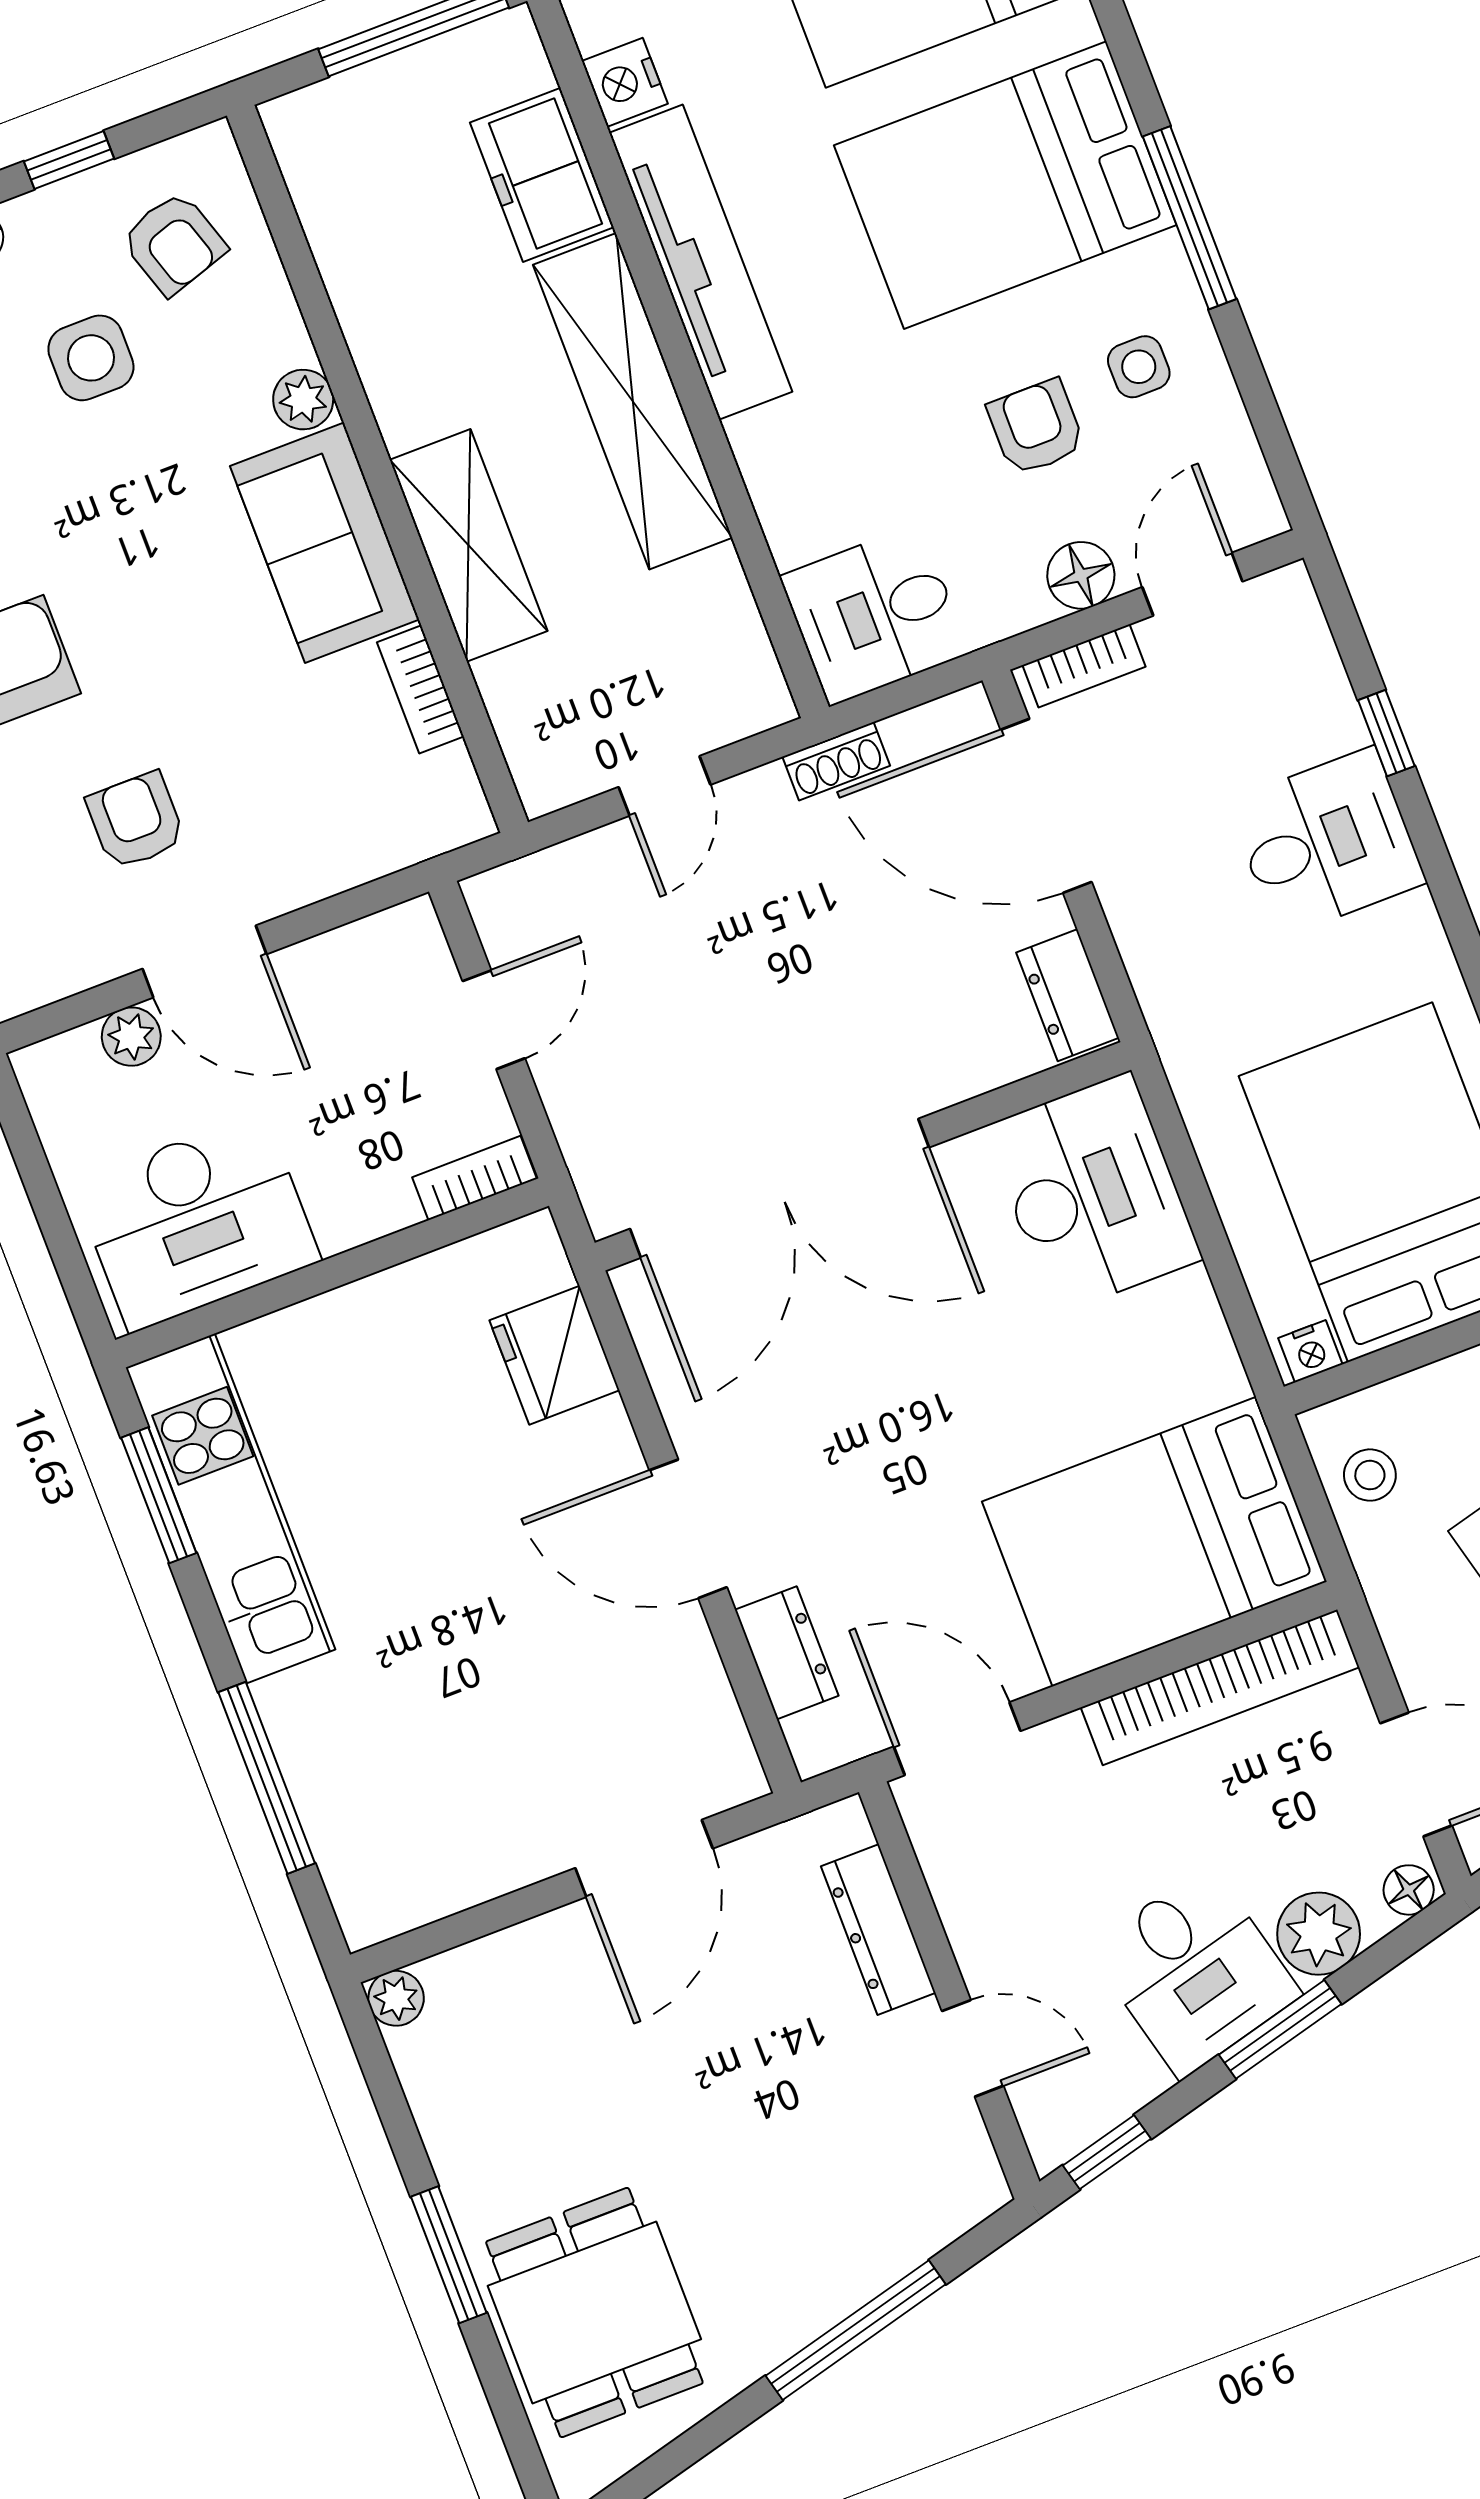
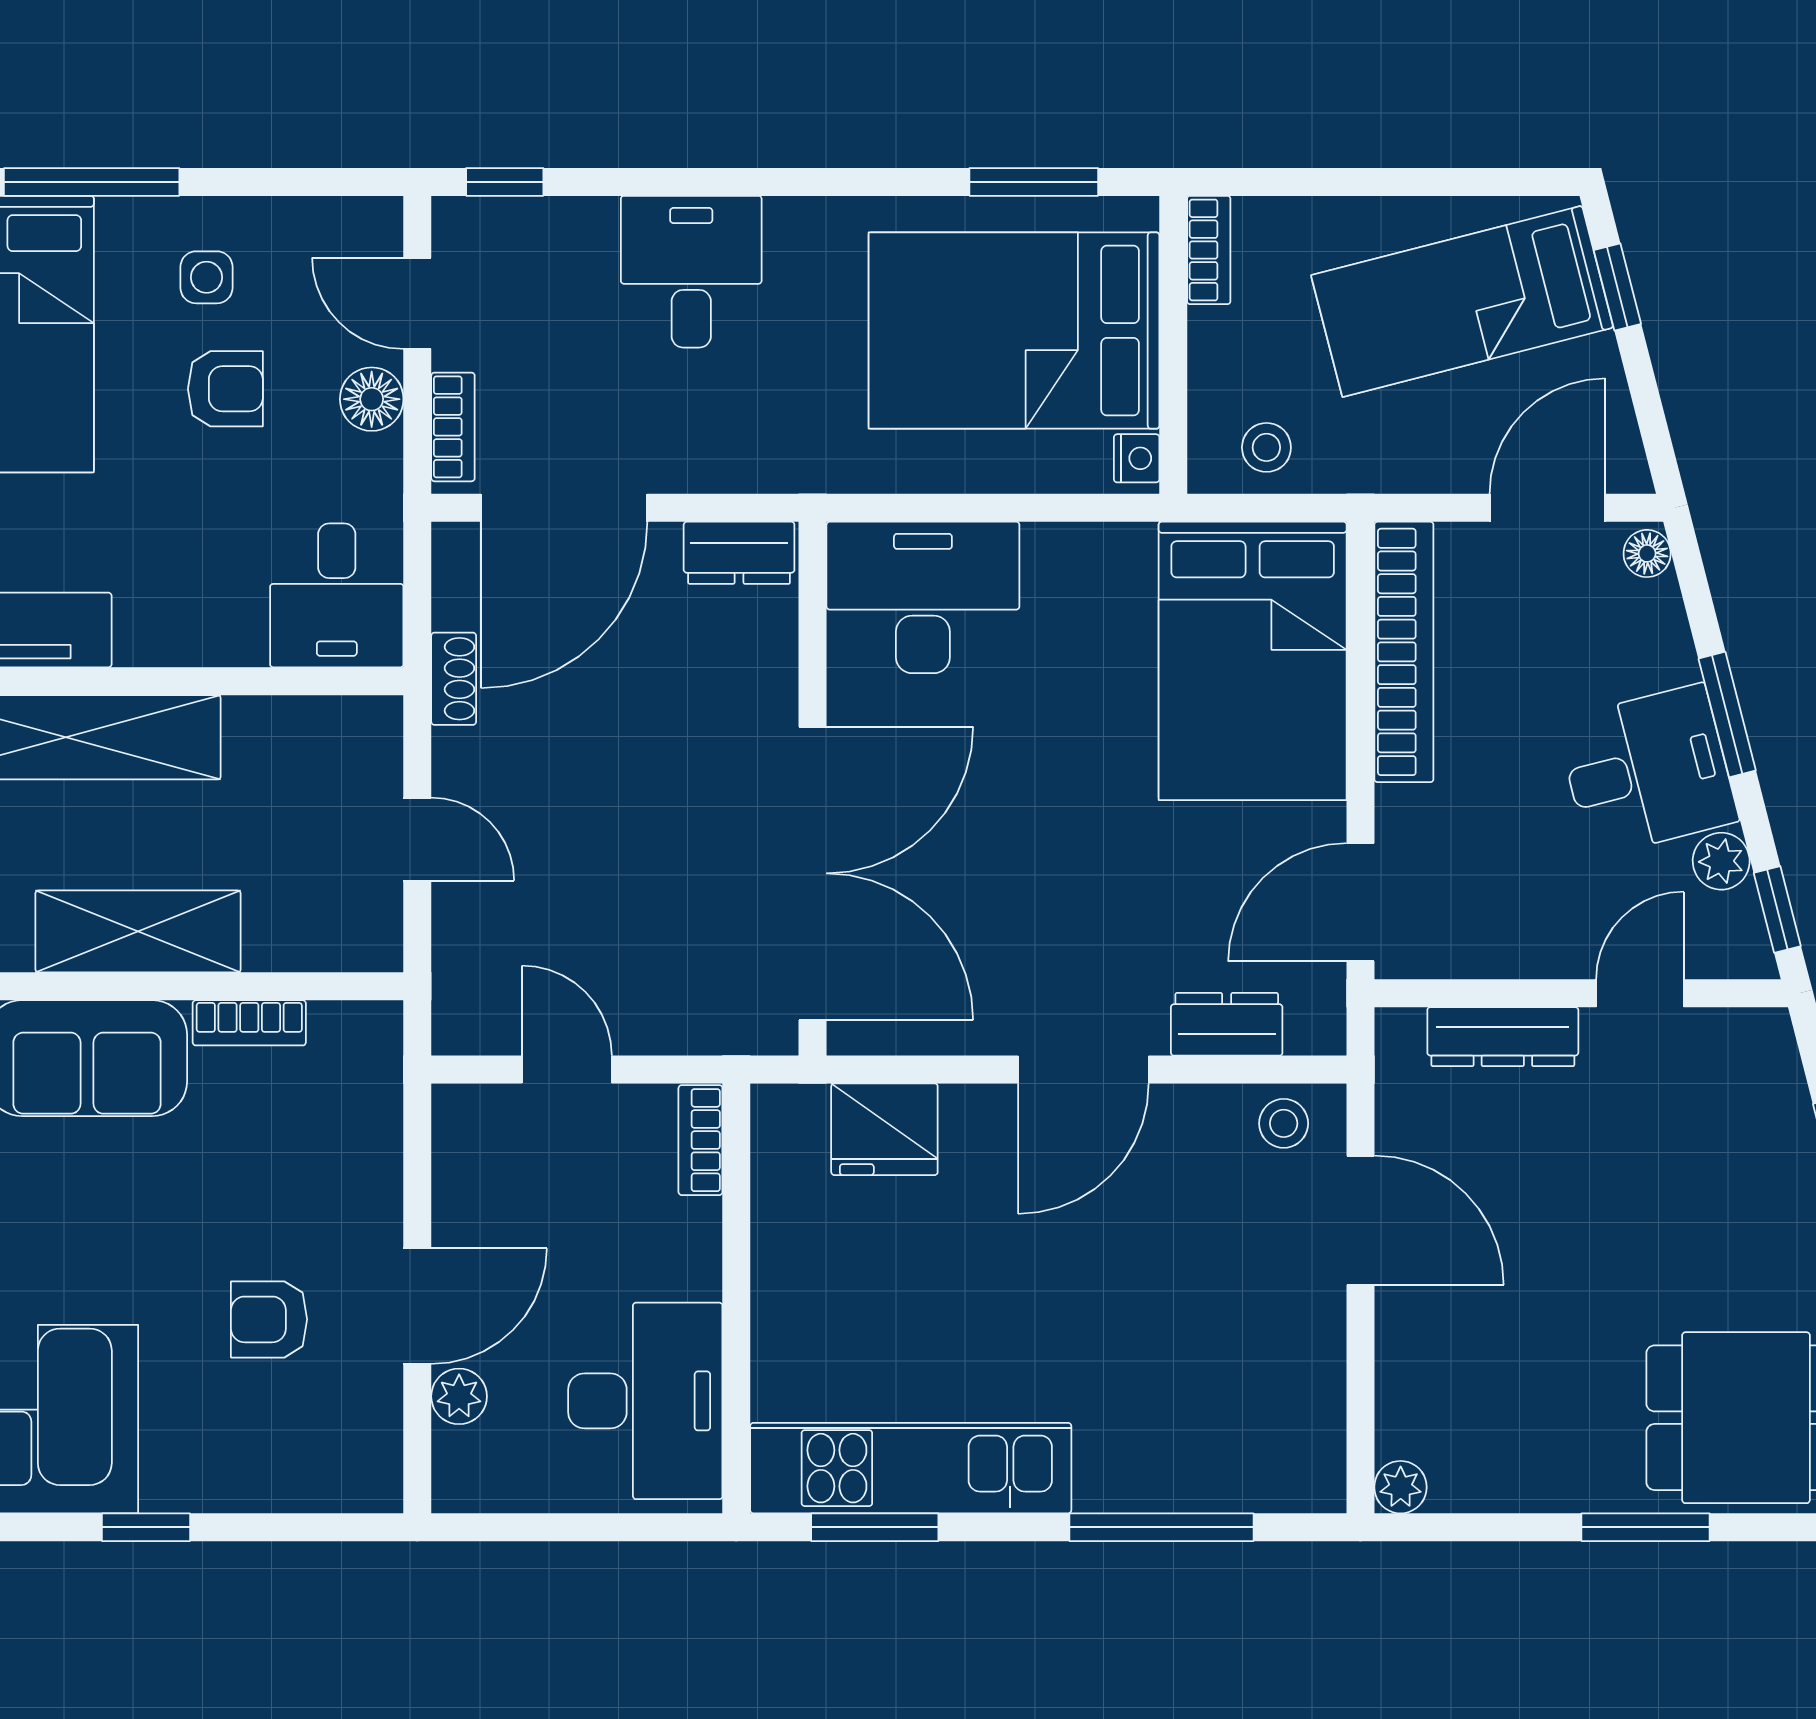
armchair: (1036, 427) -> (225, 389), turned 180
window: (1386, 733) -> (505, 182), moved
stool: (710, 1746) -> (1284, 1123), added
plant: (1319, 1934) -> (1721, 861), moved, width x0.73, depth x0.73

